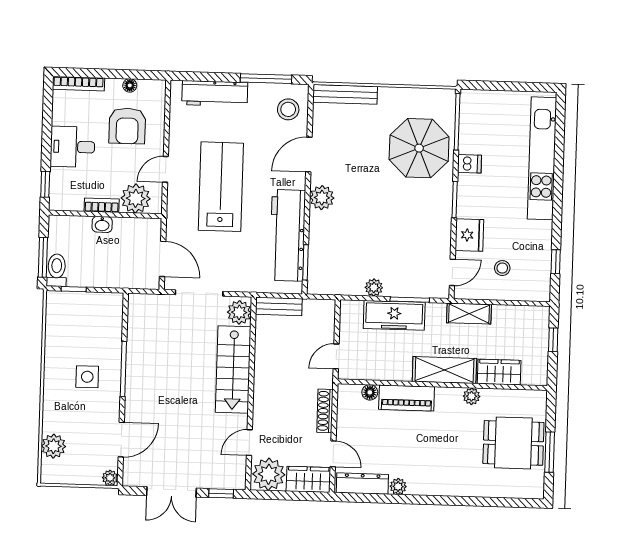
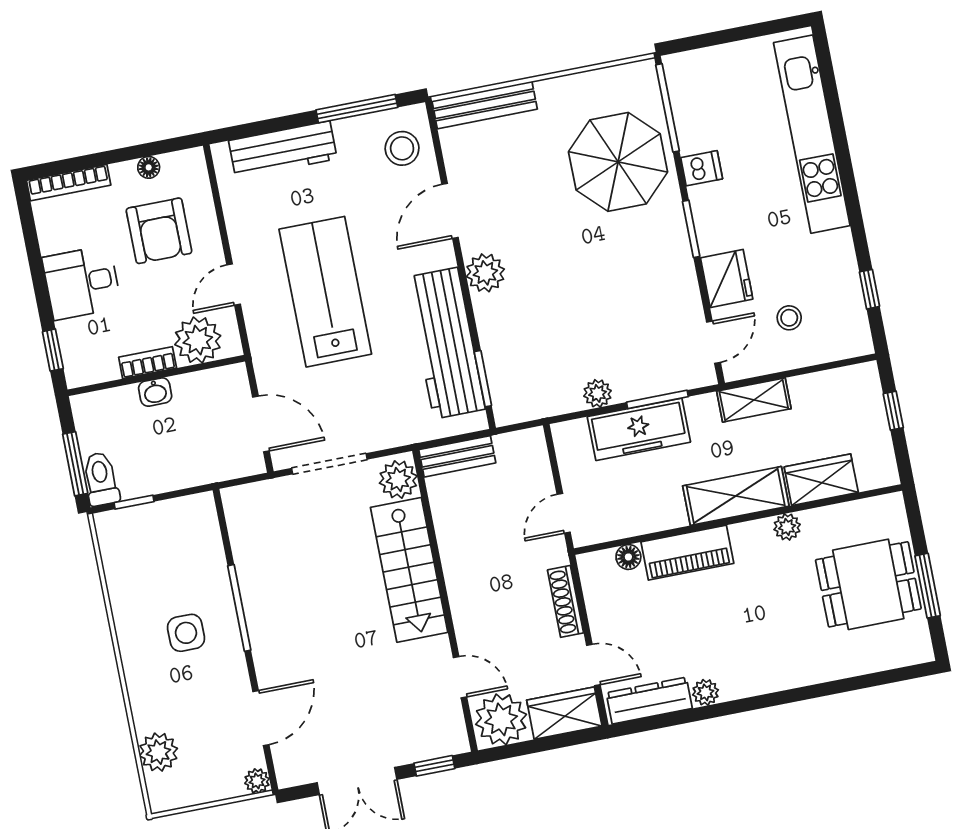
door: (249, 443) -> (460, 677), swing flipped

